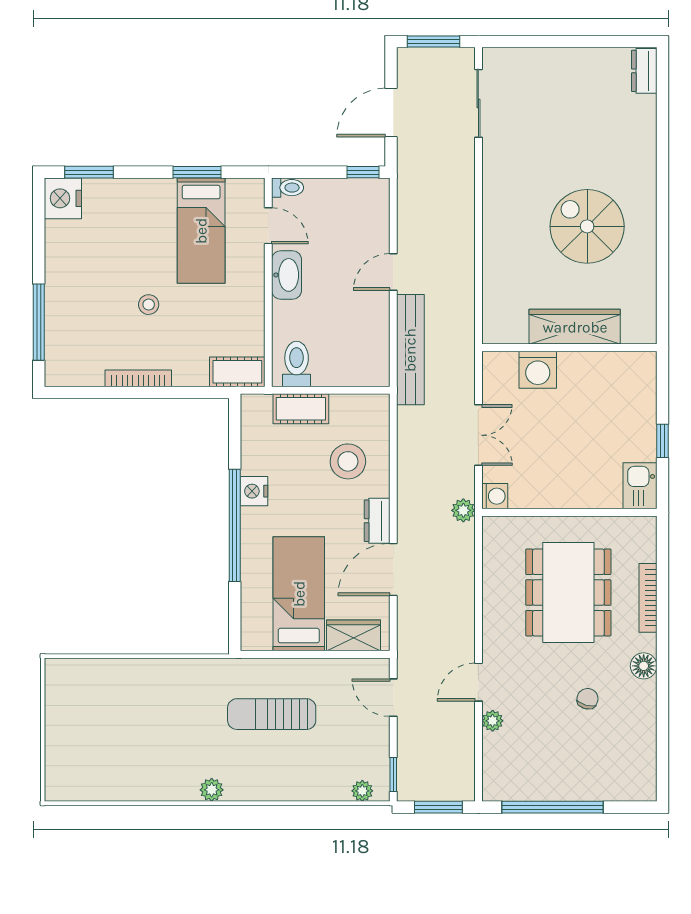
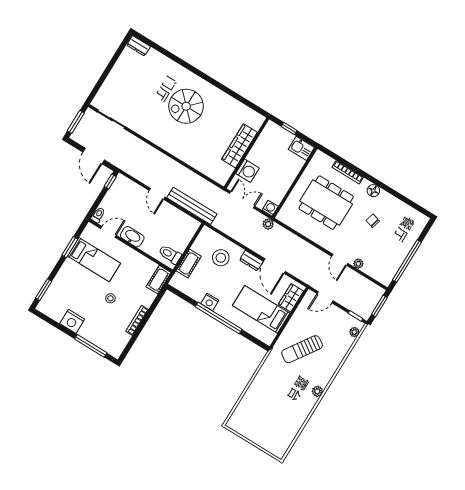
nightstand: (63, 198) -> (72, 321), moved
wardrobe: (575, 327) -> (239, 146), moved
wall: (569, 348) -> (246, 153), moved
washing machine: (538, 370) -> (248, 171), moved
sun lounger: (272, 714) -> (302, 349), turned 34

